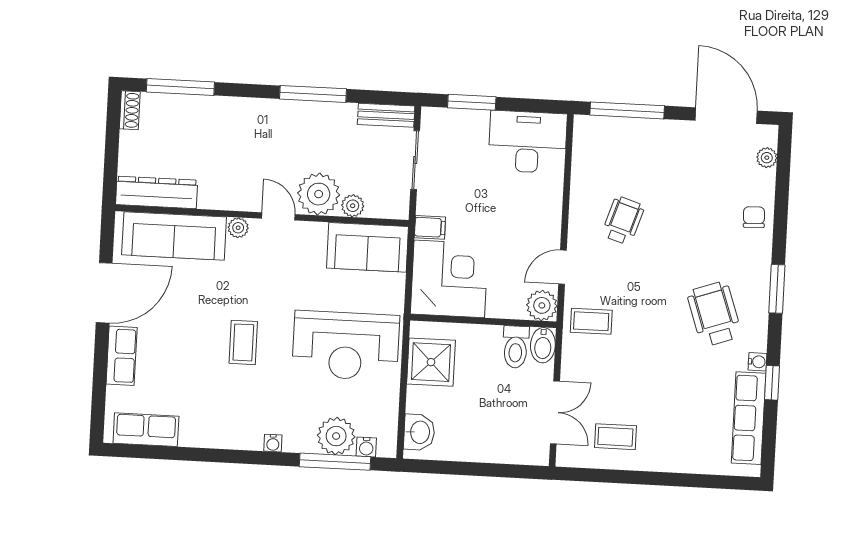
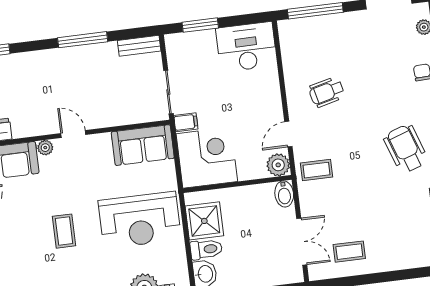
sliding door: (415, 160) -> (168, 92), moved
plant: (319, 194) -> (100, 112), removed
plant: (353, 206) -> (126, 116), removed
wheelchair: (623, 220) -> (327, 92), turned -122
toilet: (516, 347) -> (206, 249), moved, turned -90

